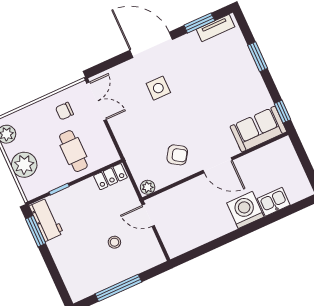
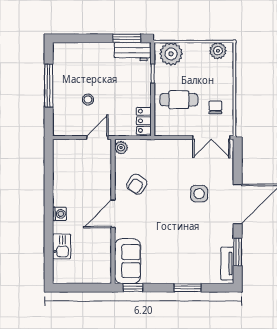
plant: (24, 165) -> (171, 54), moved
washing machine: (245, 210) -> (59, 214), width x0.53, depth x0.53

